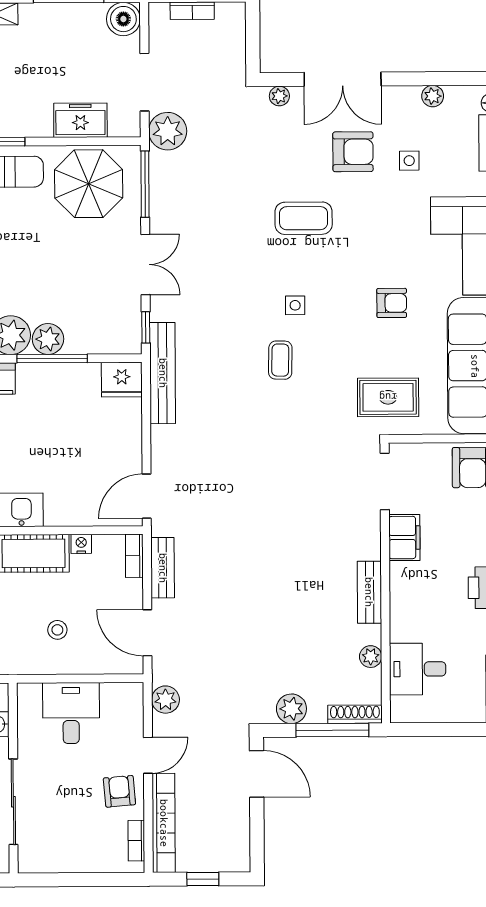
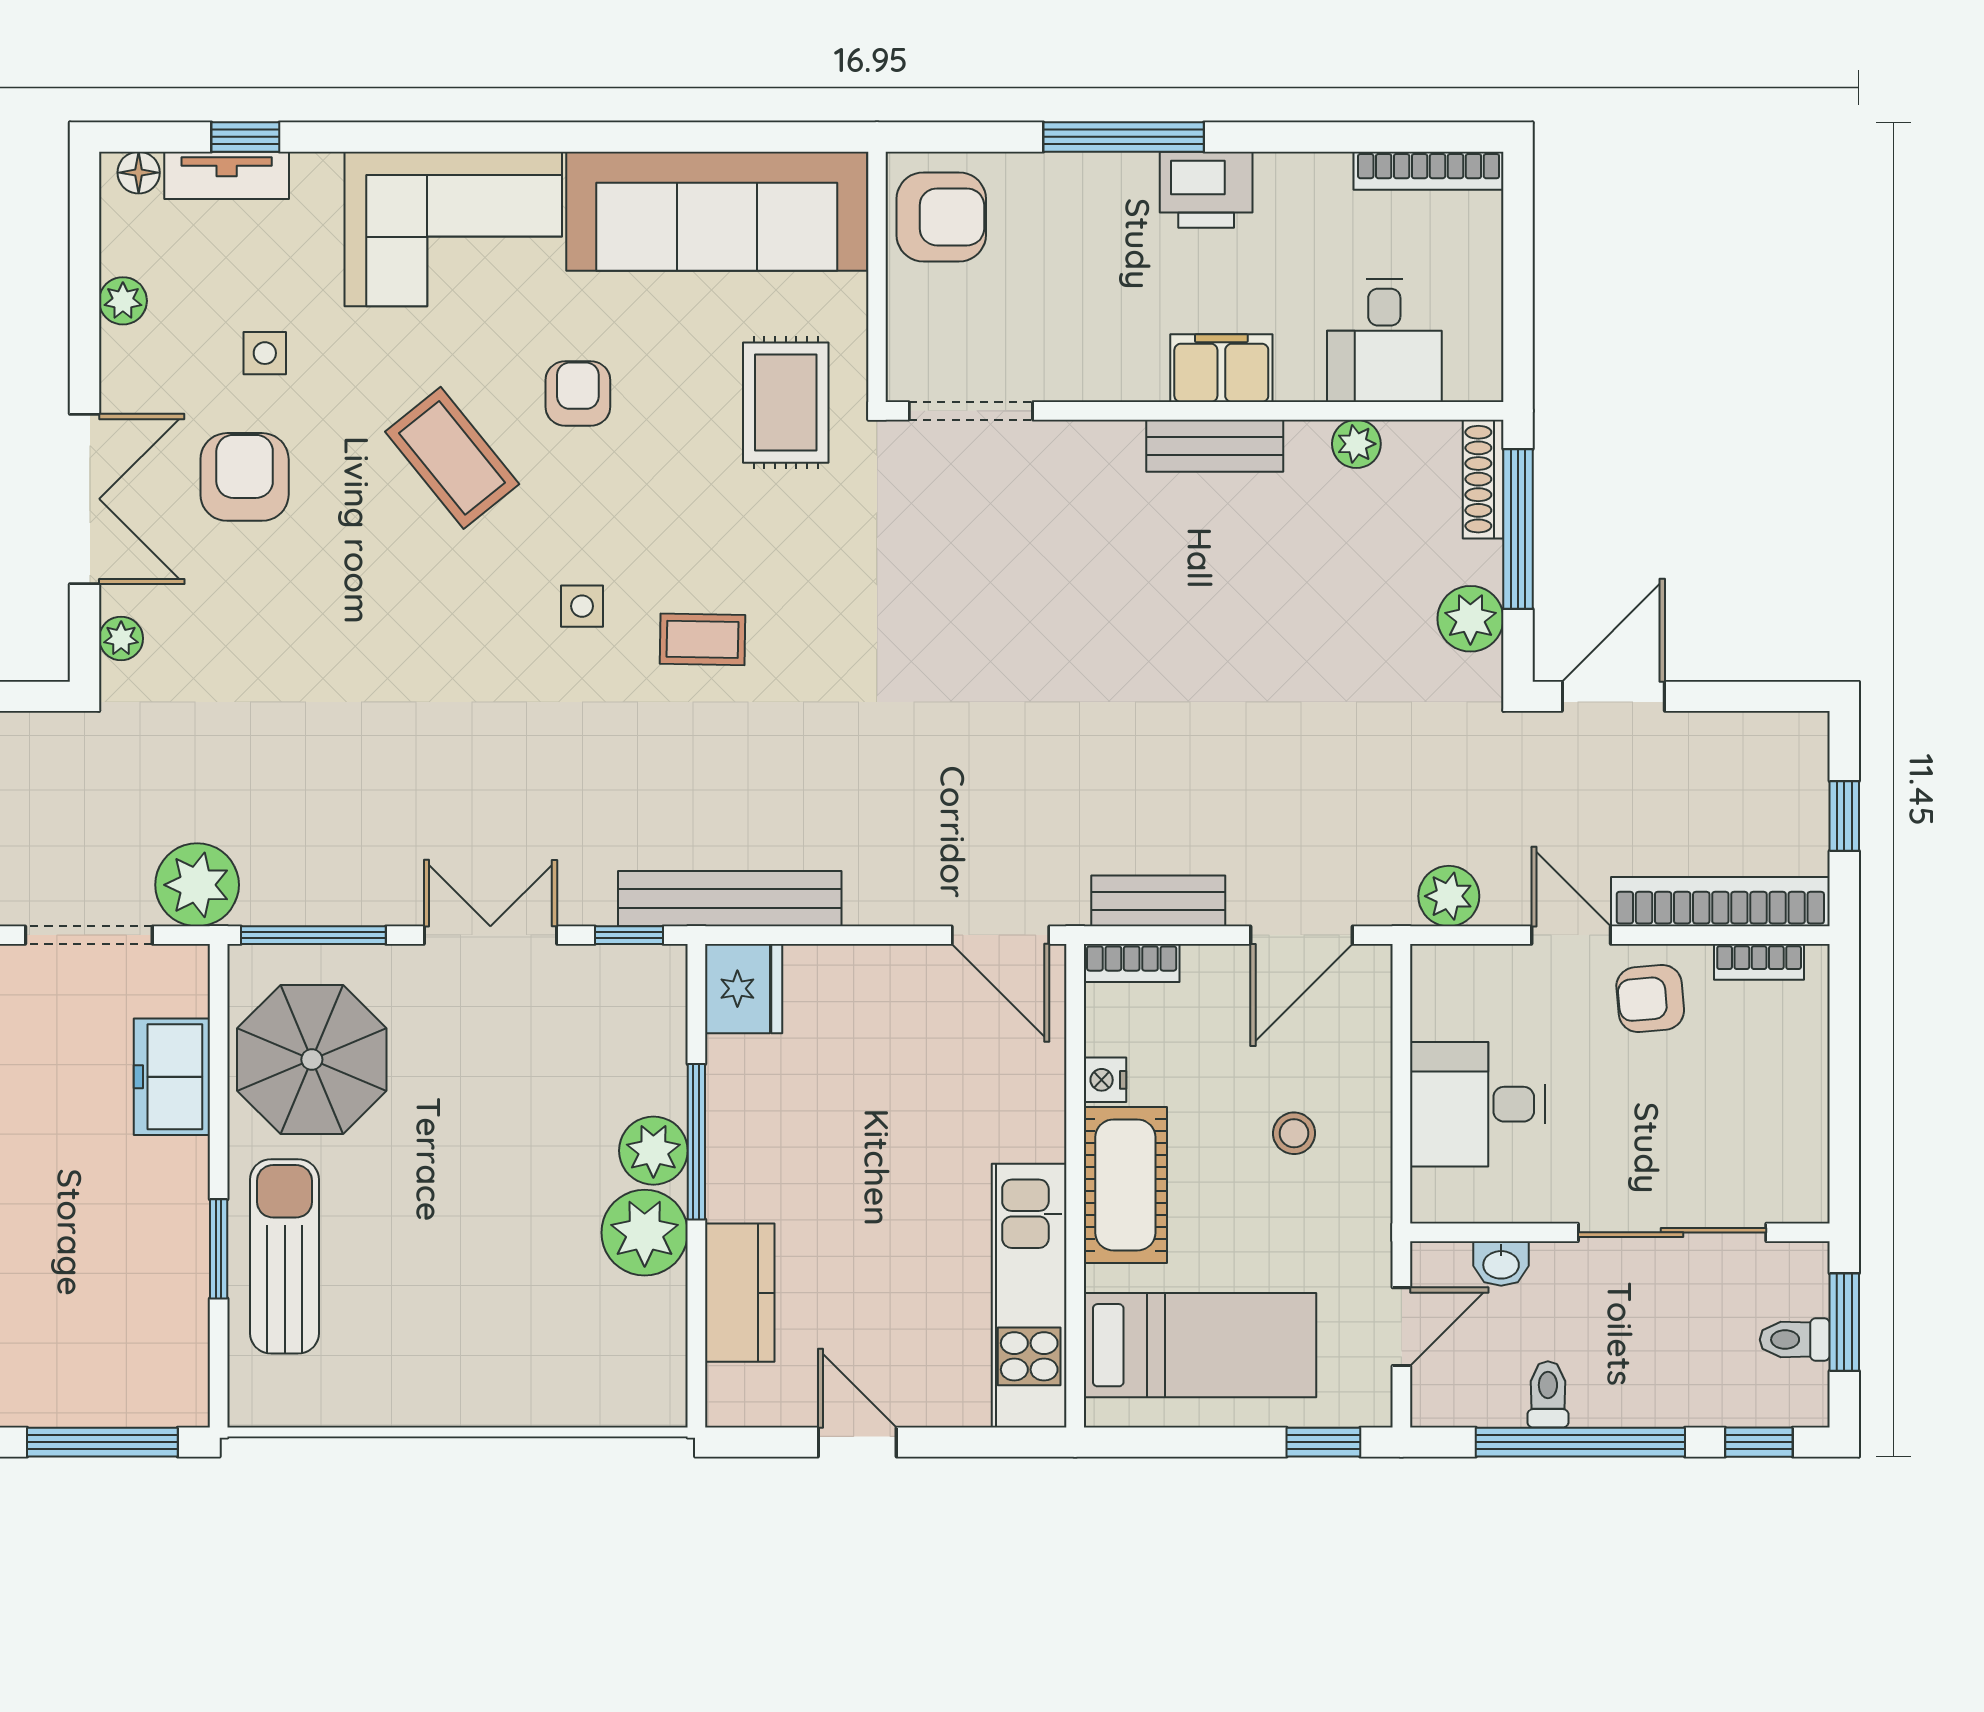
coffee table: (304, 218) -> (452, 458), moved, turned -39
filing cabinet: (404, 538) -> (1221, 368), moved

